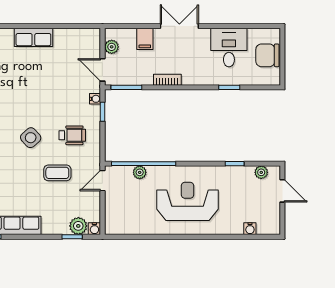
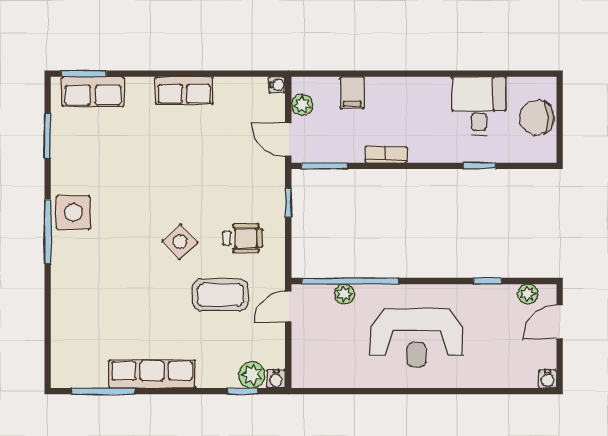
double door: (179, 26) -> (404, 74), removed
water cooler: (95, 99) -> (277, 85), moved
coffee table: (57, 173) -> (220, 295), width x1.36, depth x1.30
door: (282, 191) -> (560, 322), swing flipped
reception desk: (187, 201) -> (416, 338), turned 180
water cooler: (250, 229) -> (547, 379), moved

